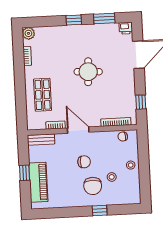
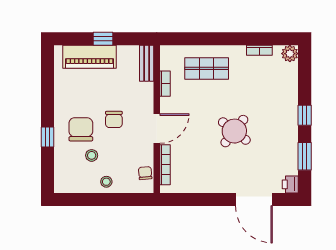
round table: (88, 72) -> (234, 131), turned 35
window: (141, 102) -> (190, 200), removed
door: (78, 130) -> (157, 129), moved
chair: (93, 186) -> (81, 129), turned 90

